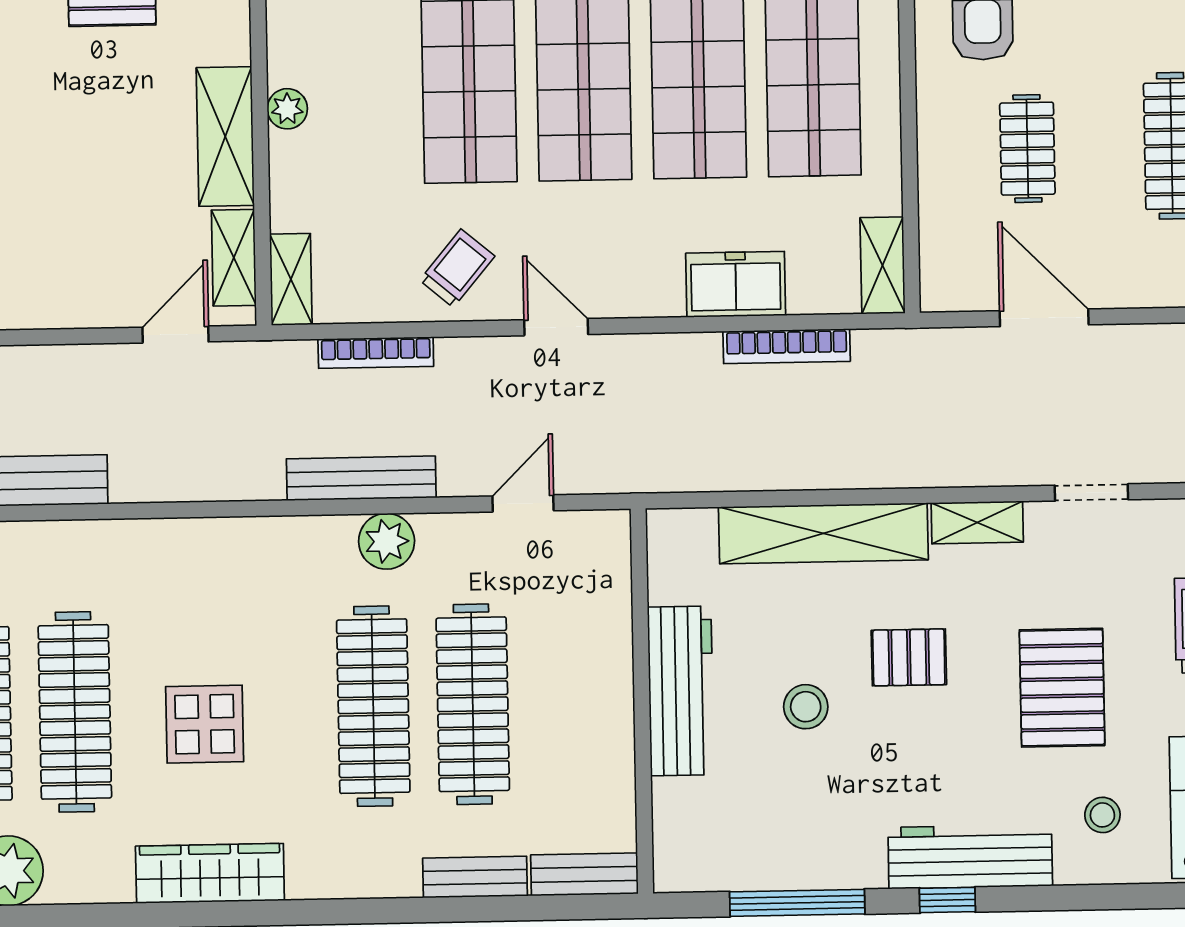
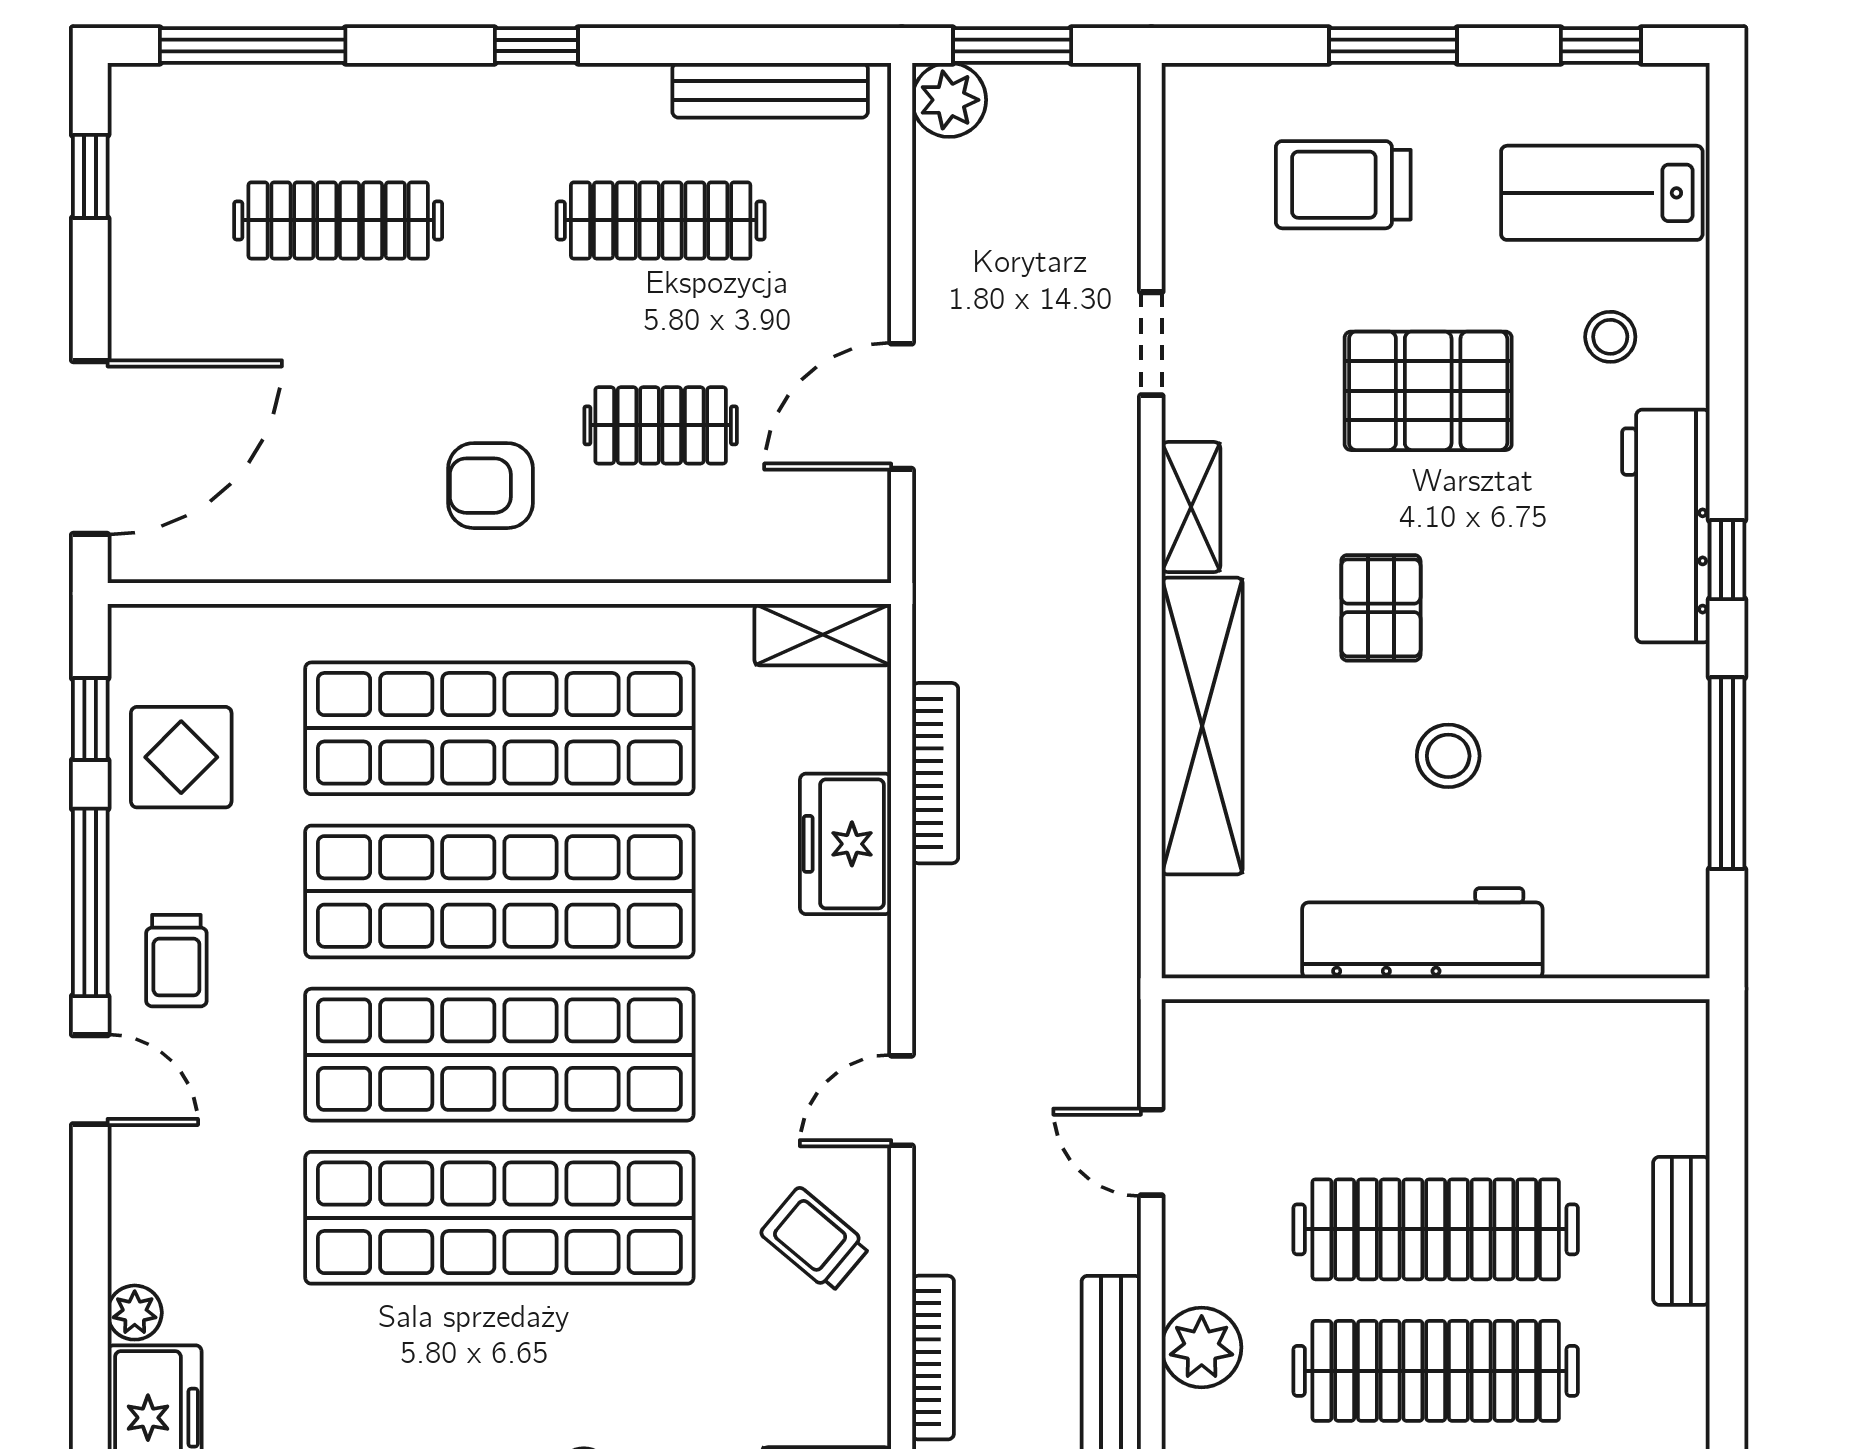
bench: (584, 874) -> (1681, 1075), removed

